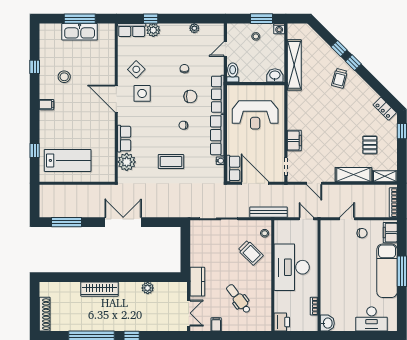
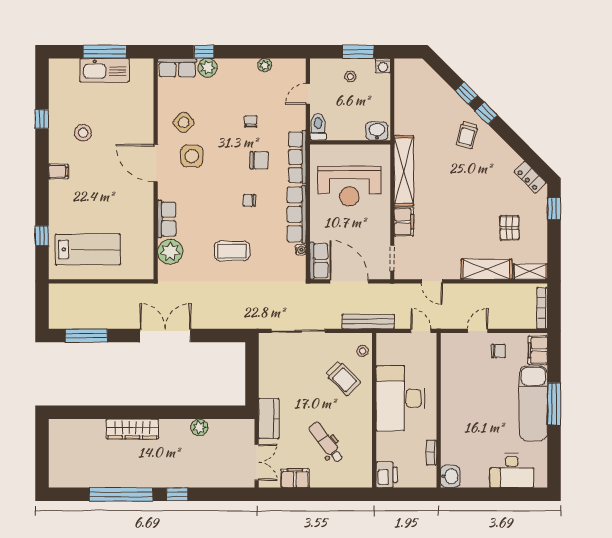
shelving: (294, 65) -> (404, 171), moved
shoe rack: (45, 314) -> (56, 464), removed
filing cabinet: (216, 324) -> (295, 478), width x2.00

